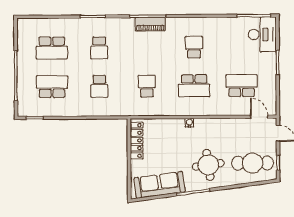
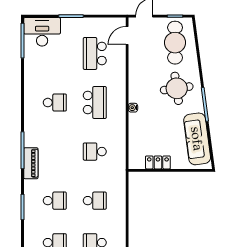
piano: (150, 24) -> (31, 163), moved
school desk: (194, 47) -> (55, 103), turned 180
locker: (137, 141) -> (158, 162), width x0.66

